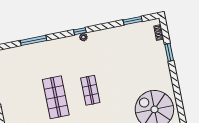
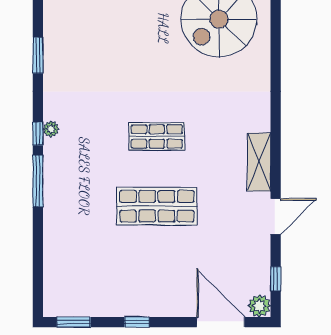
window: (133, 21) -> (38, 55), moved
window: (33, 40) -> (38, 181), moved

